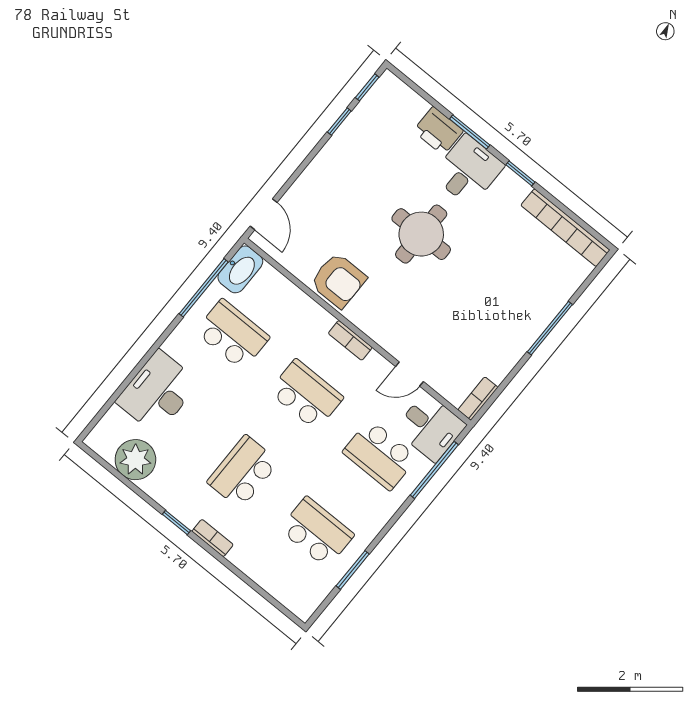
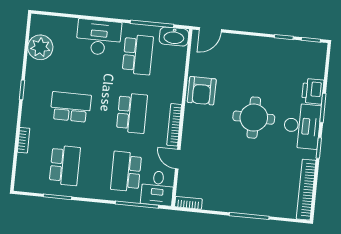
desk: (468, 170) -> (302, 126), width x1.37
bookcase: (350, 340) -> (174, 125), width x1.56
desk: (158, 392) -> (99, 37), moved
bookcase: (213, 538) -> (24, 140), moved

